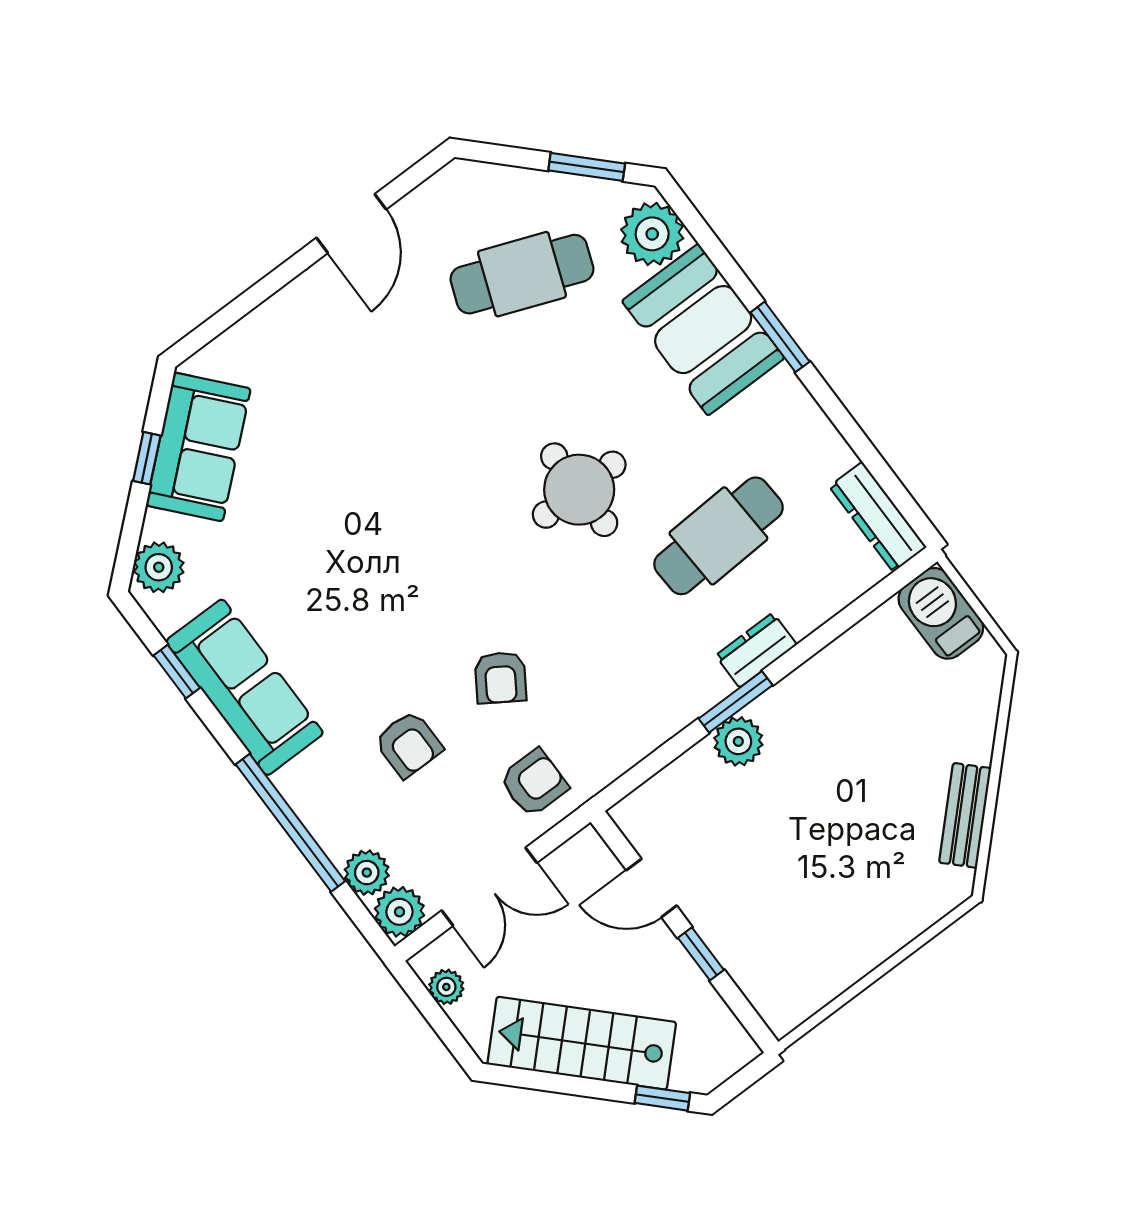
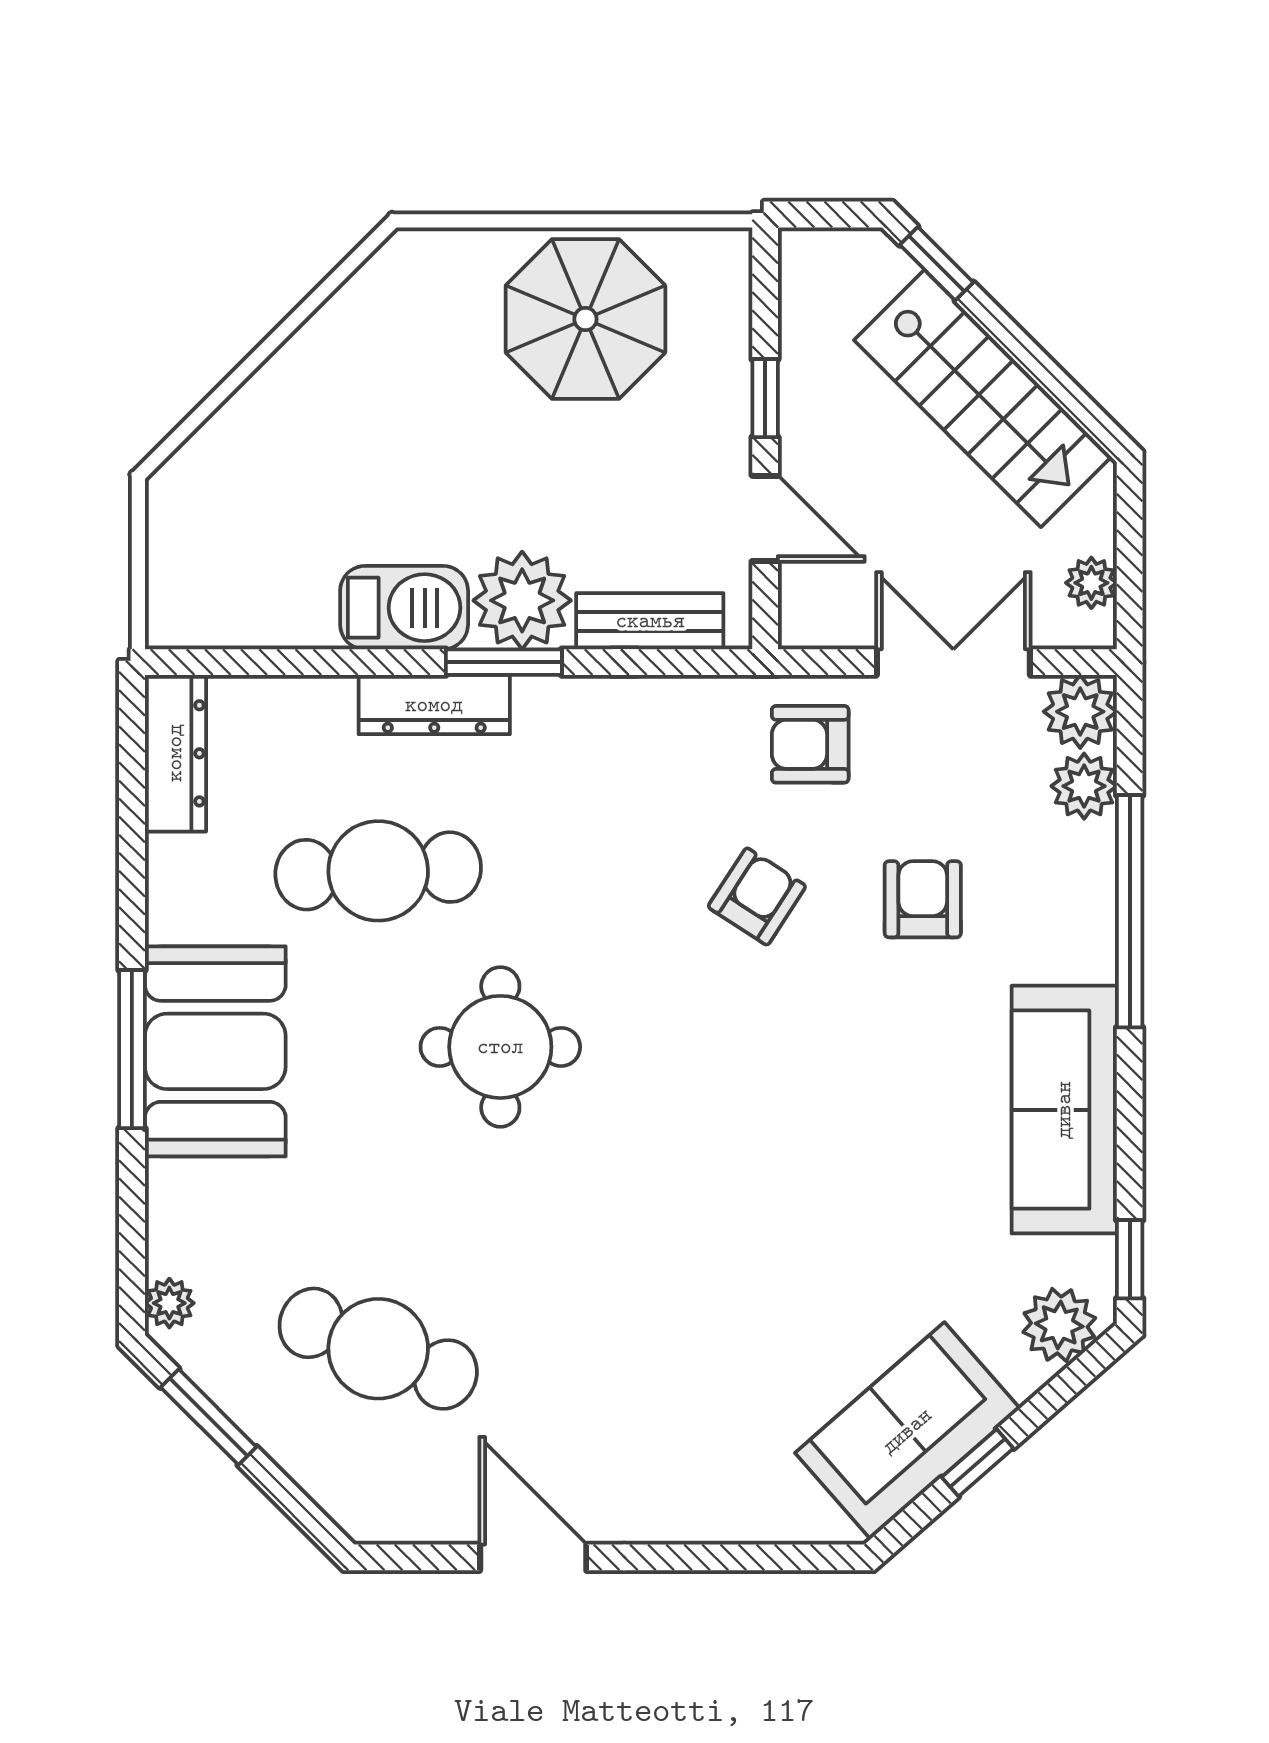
door: (351, 224) -> (533, 1557), hinge flipped
plant: (652, 234) -> (169, 1303), width x0.53, depth x0.53
booth: (703, 330) -> (215, 1051), moved
window: (780, 337) -> (132, 1049), width x1.44
barbecue: (941, 613) -> (404, 608), moved, turned -90
dresser: (756, 650) -> (434, 705), width x1.44
window: (177, 672) -> (1130, 1259), moved
plant: (738, 741) -> (522, 600), width x1.36, depth x1.36
bench: (965, 815) -> (650, 621), moved, turned 45
parasol: (832, 923) -> (585, 319), added

